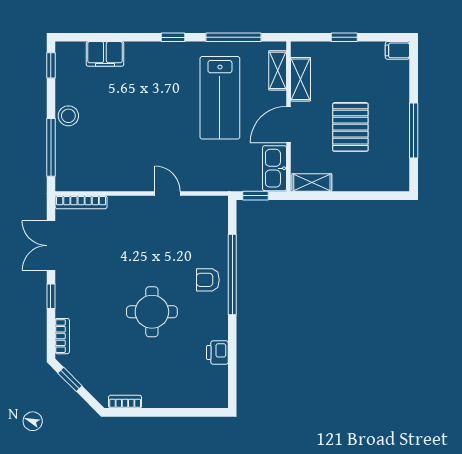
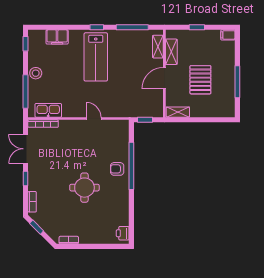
lab bench: (220, 98) -> (96, 57), moved
kitchen sink: (275, 168) -> (48, 110), moved, turned 90
printer: (217, 352) -> (123, 233), moved

